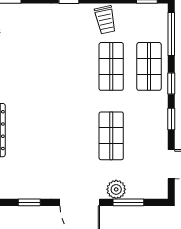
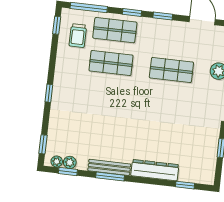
trolley: (105, 20) -> (78, 36), moved, turned 102

